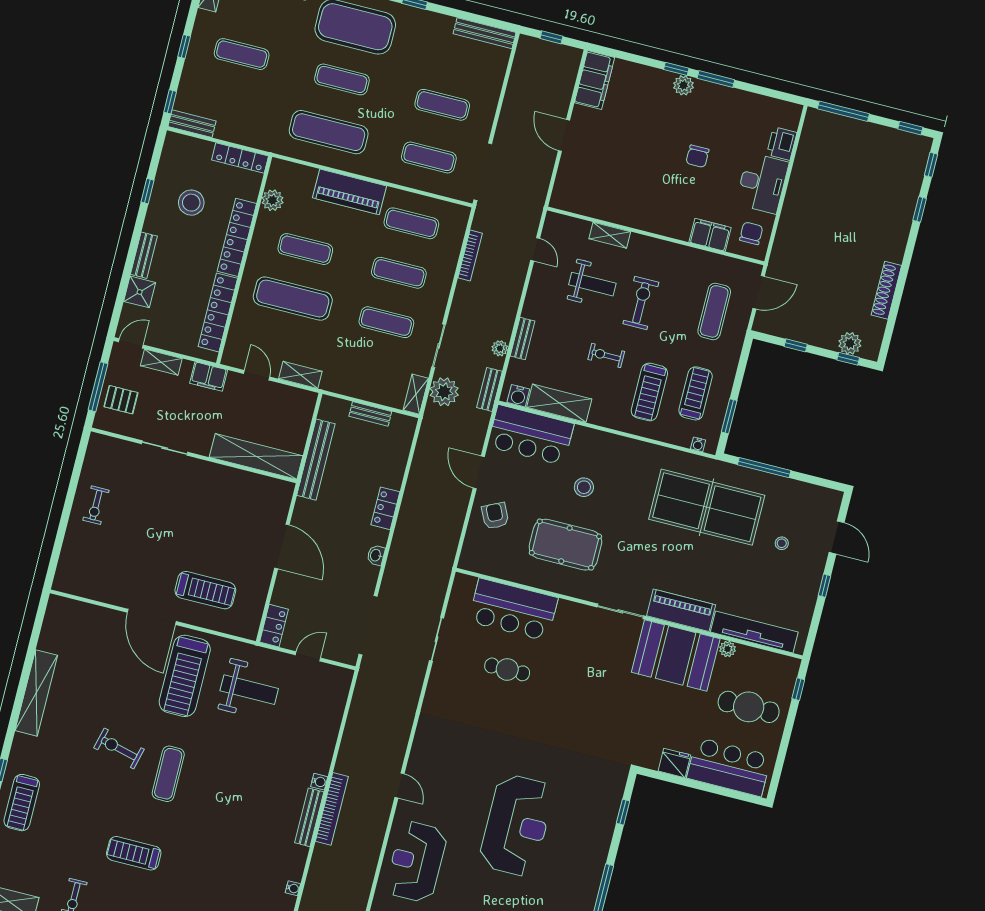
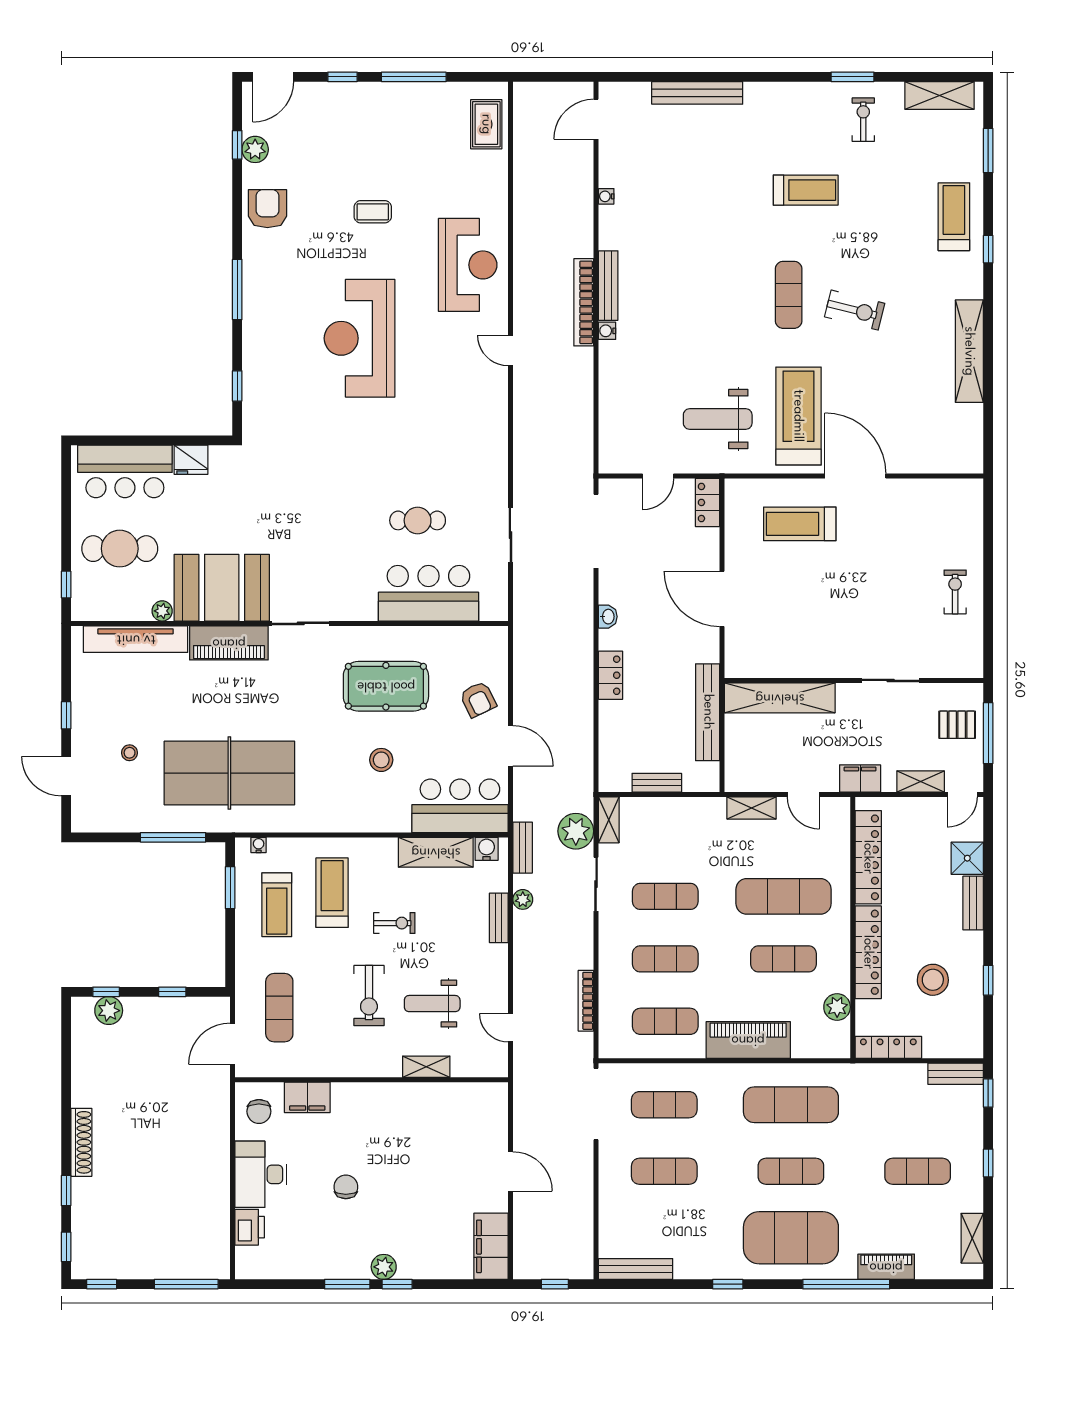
shoe rack: (886, 290) -> (81, 1142), moved

